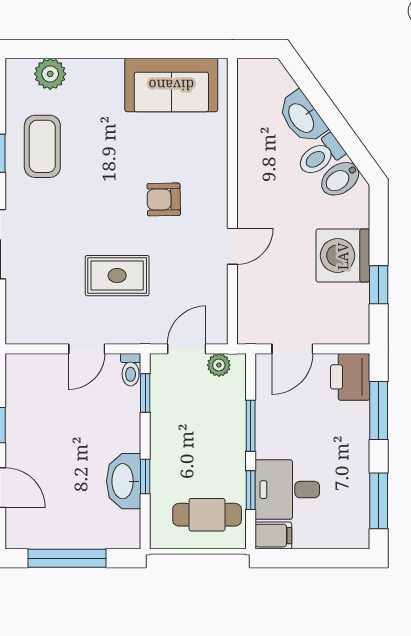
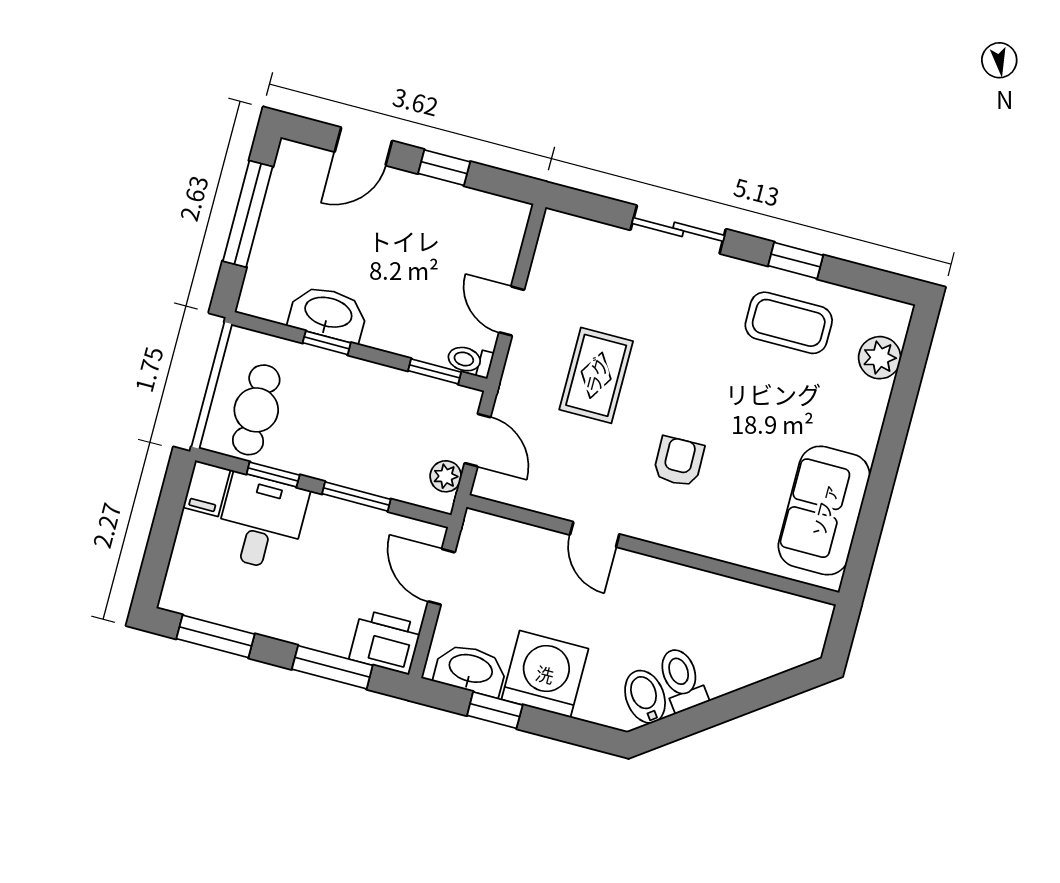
washbasin: (302, 118) -> (470, 670), moved, turned 36

